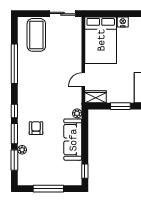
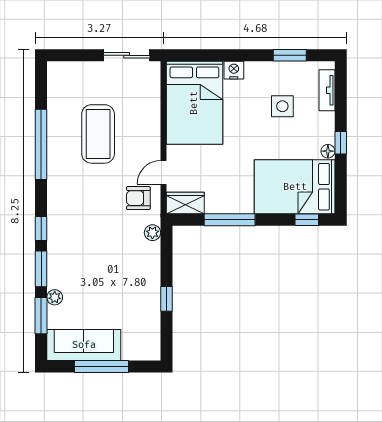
coffee table: (36, 35) -> (98, 134), moved
window: (120, 106) -> (230, 220), width x1.44
armchair: (36, 128) -> (138, 198), moved, turned -90
sofa: (73, 140) -> (84, 345), moved, turned 90
window: (85, 171) -> (166, 299), moved

